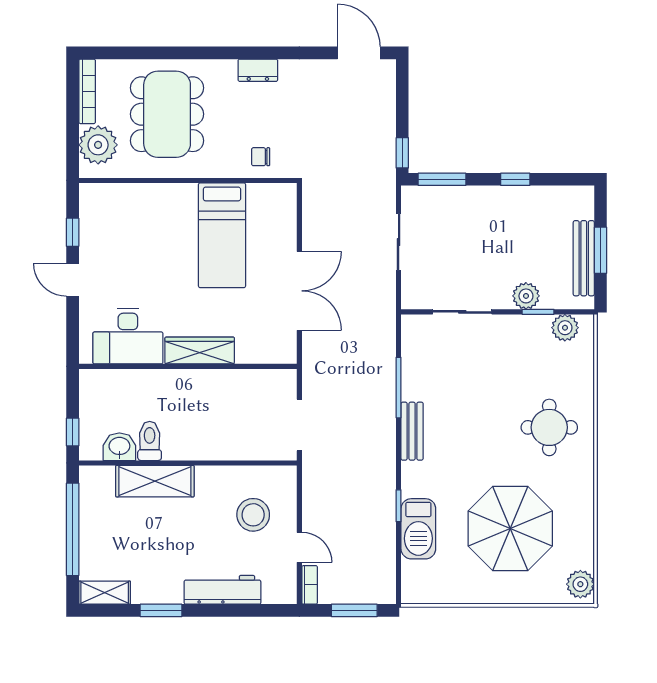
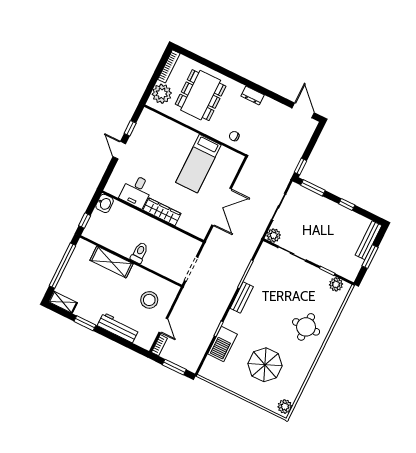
bench: (584, 258) -> (368, 240), moved
plant: (526, 296) -> (274, 235), moved
desk: (128, 336) -> (136, 191), width x0.73
toilet: (150, 441) -> (139, 253), moved
washbasin: (119, 447) -> (105, 203), moved, turned 90
parasol: (510, 528) -> (265, 365), width x0.73, depth x0.73

